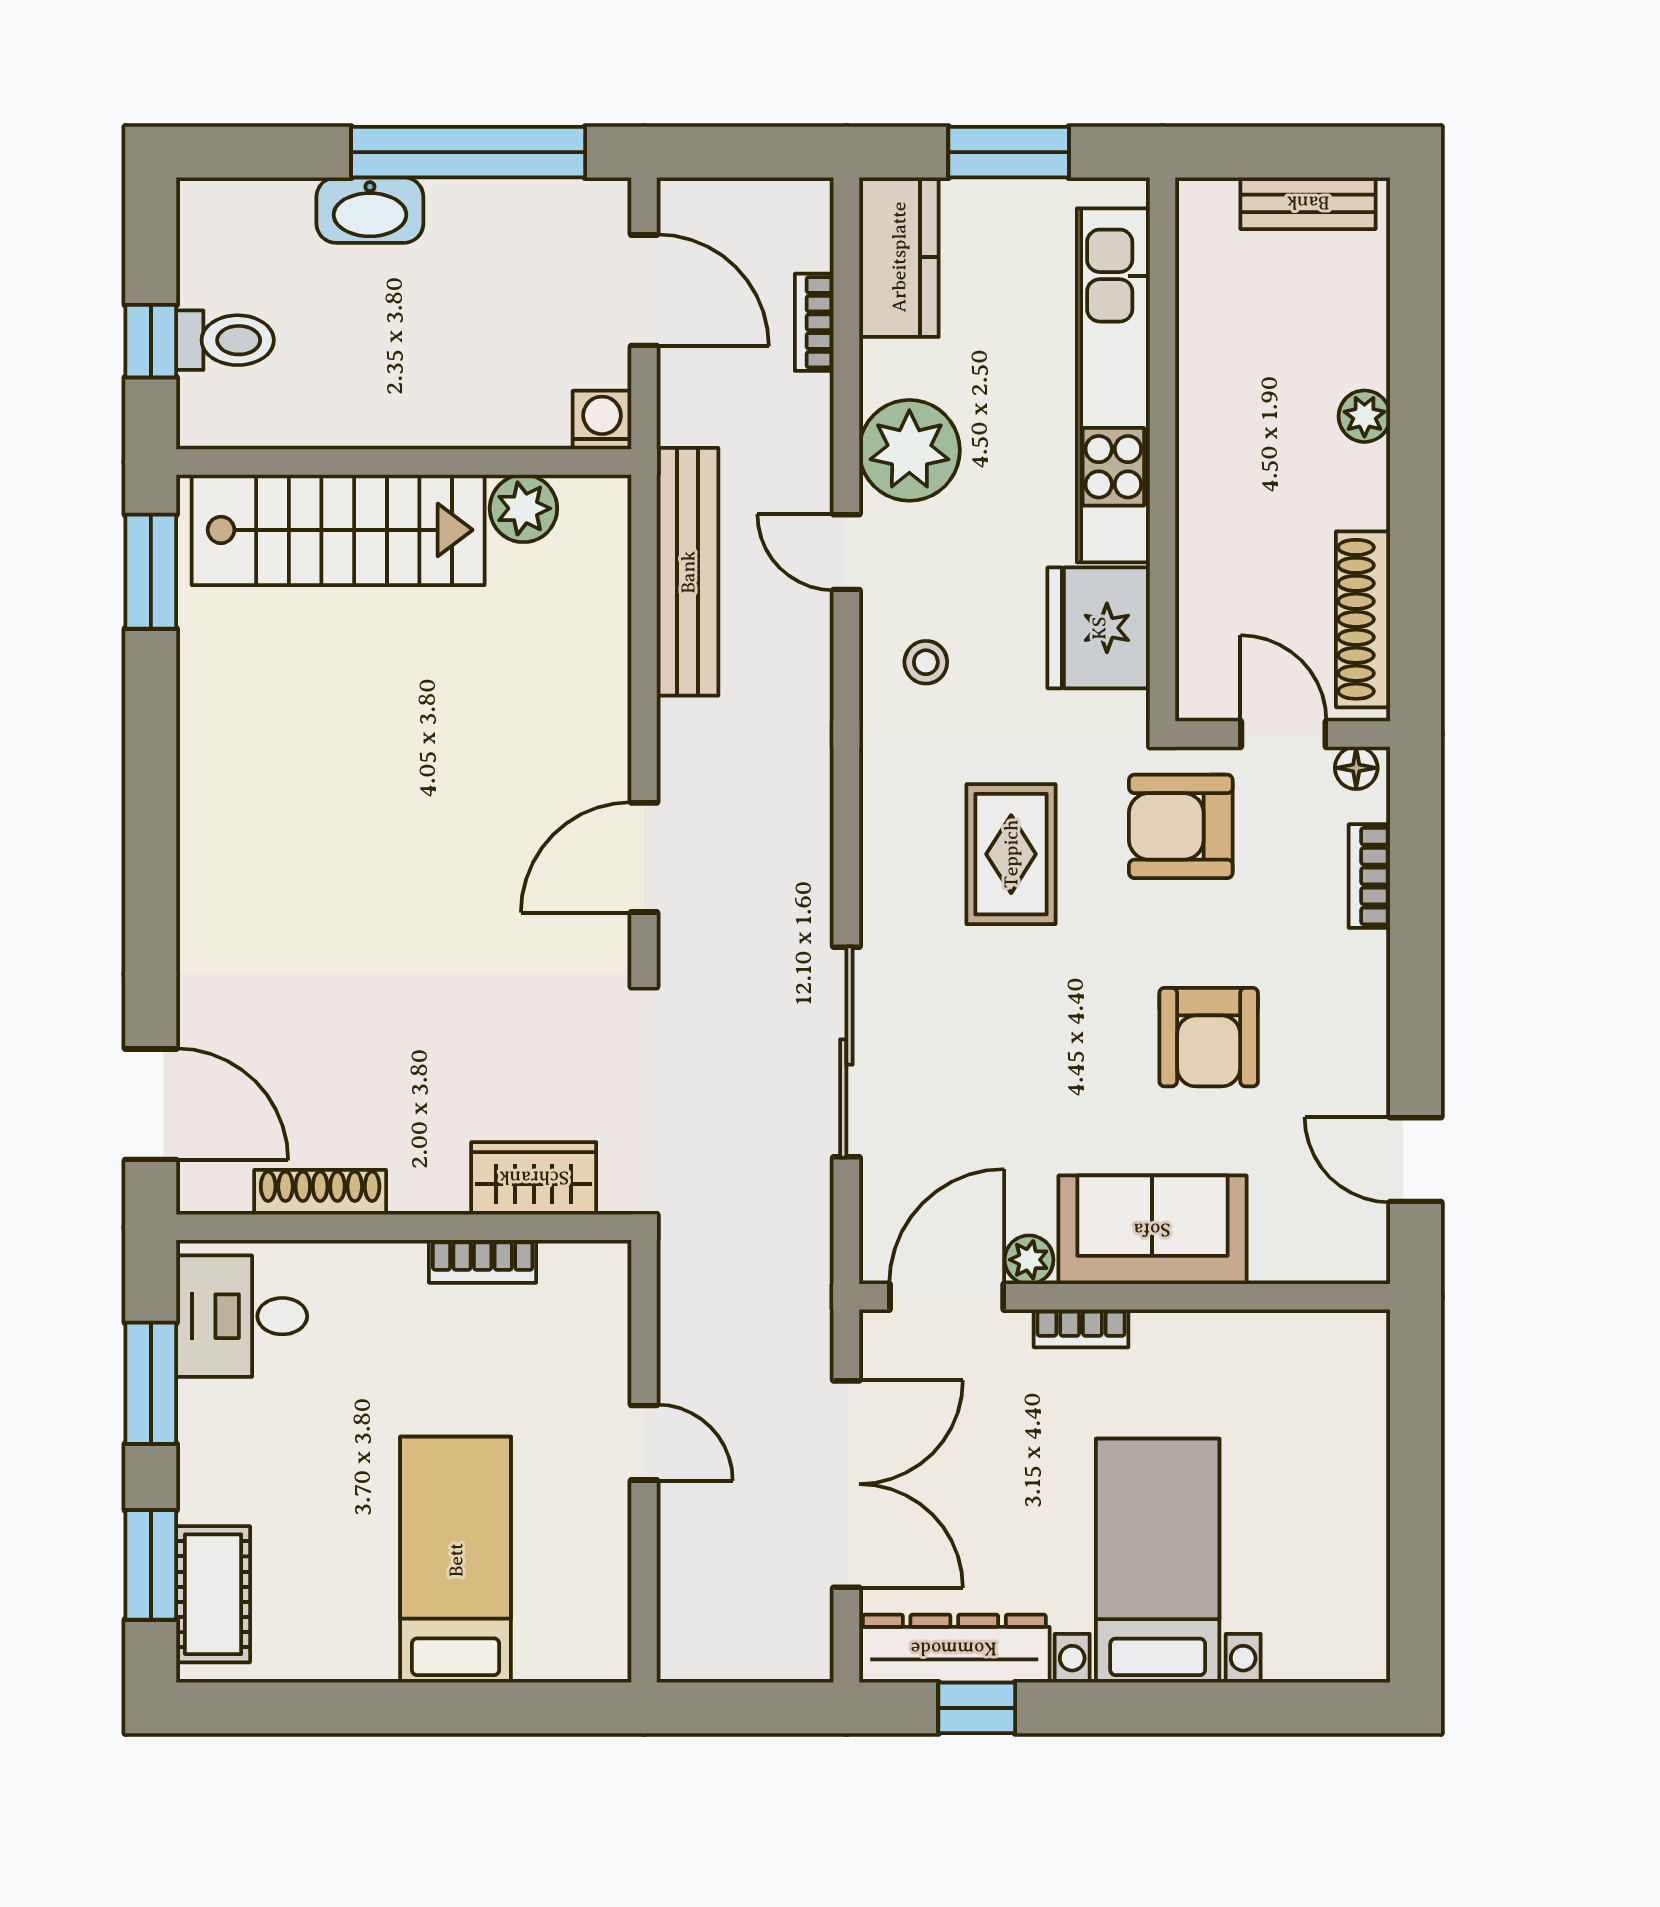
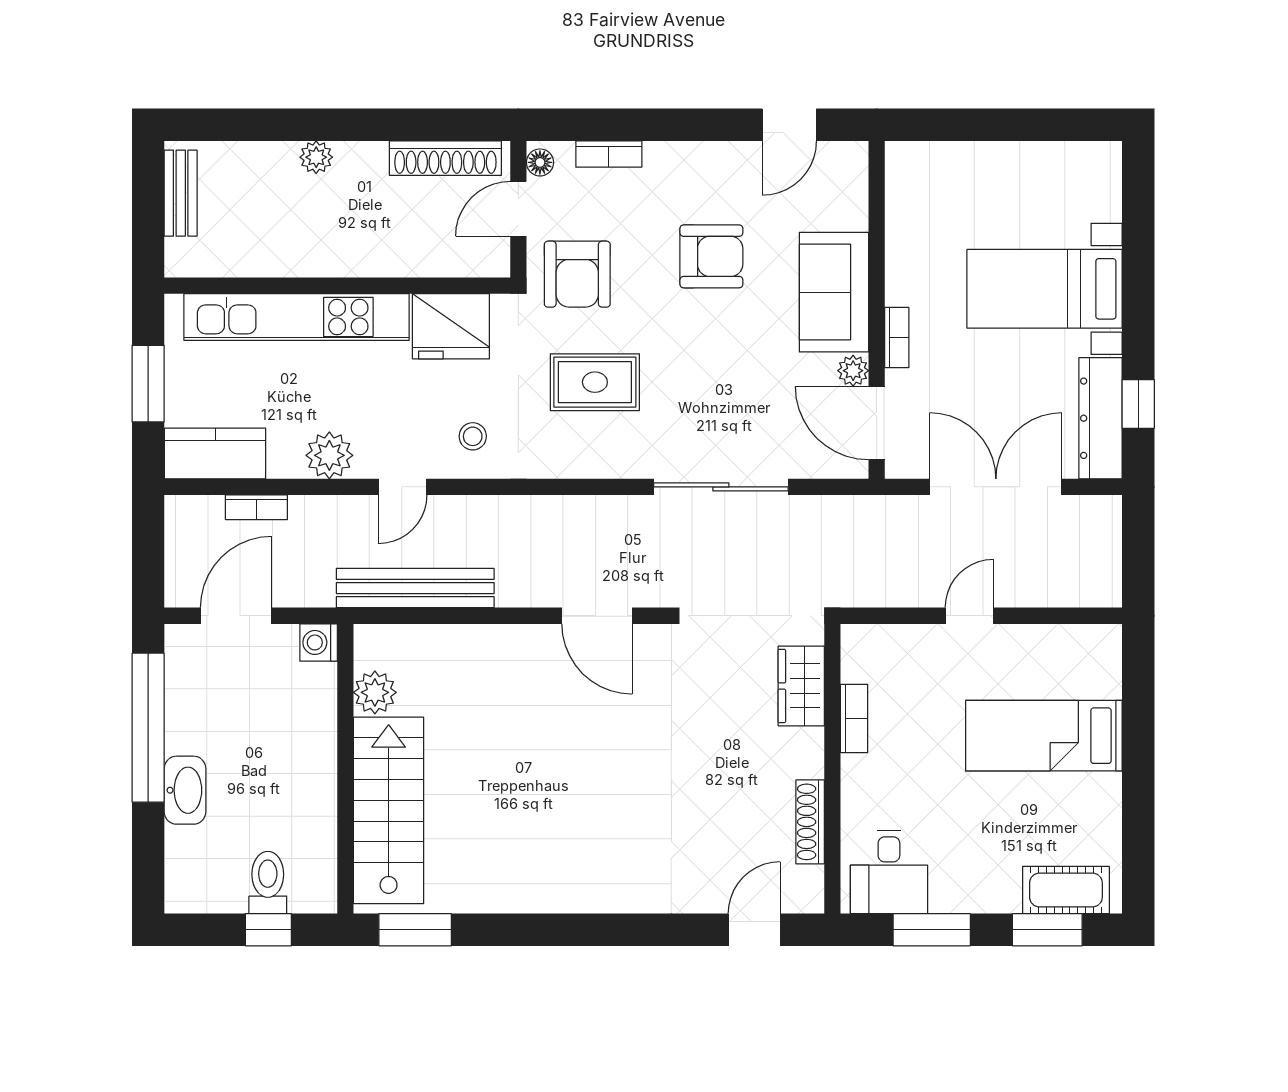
plant: (909, 450) -> (329, 455), width x0.73, depth x0.73
door: (151, 1104) -> (754, 930), width x0.73

